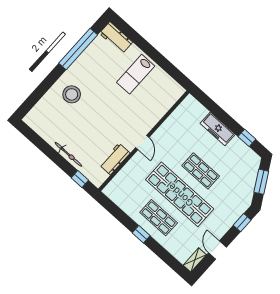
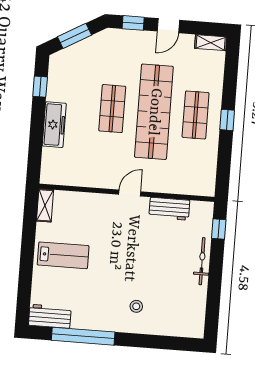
workbench: (116, 38) -> (50, 316), moved, turned -90
shelving: (174, 86) -> (45, 205), added
stool: (72, 94) -> (136, 306), width x0.53, depth x0.53
door: (217, 250) -> (168, 26), moved

